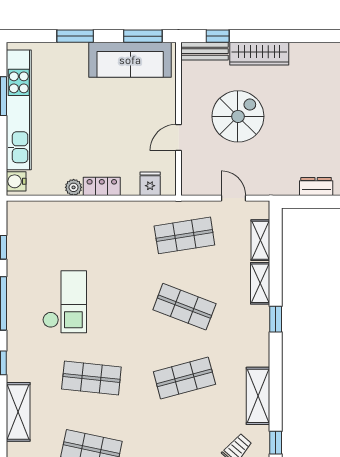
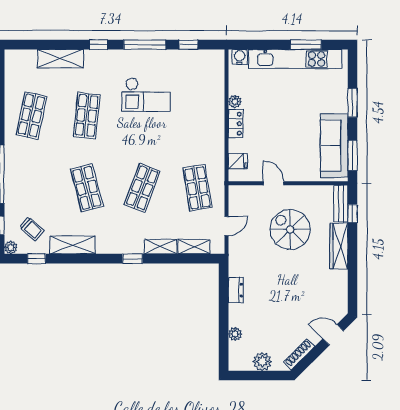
spiral stairs: (238, 116) -> (290, 229), turned 180

